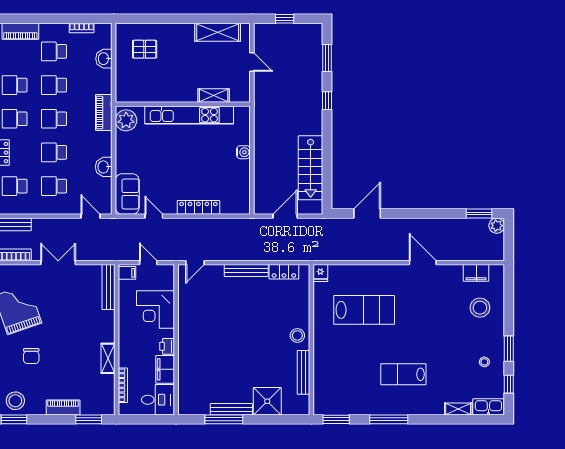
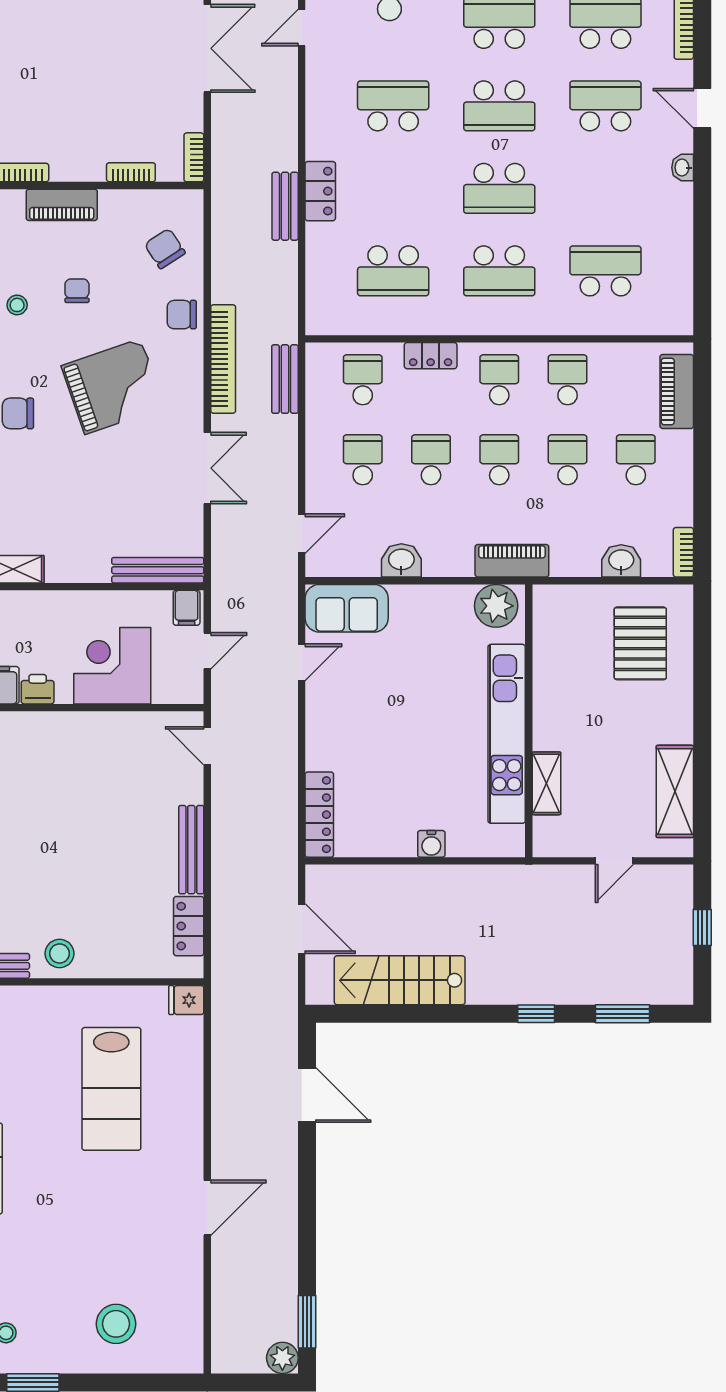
bookcase: (82, 28) -> (683, 552), moved
pallet: (145, 49) -> (640, 643), width x1.50, depth x1.42
locker: (198, 207) -> (319, 815), moved
filing cabinet: (476, 273) -> (187, 1316), removed

